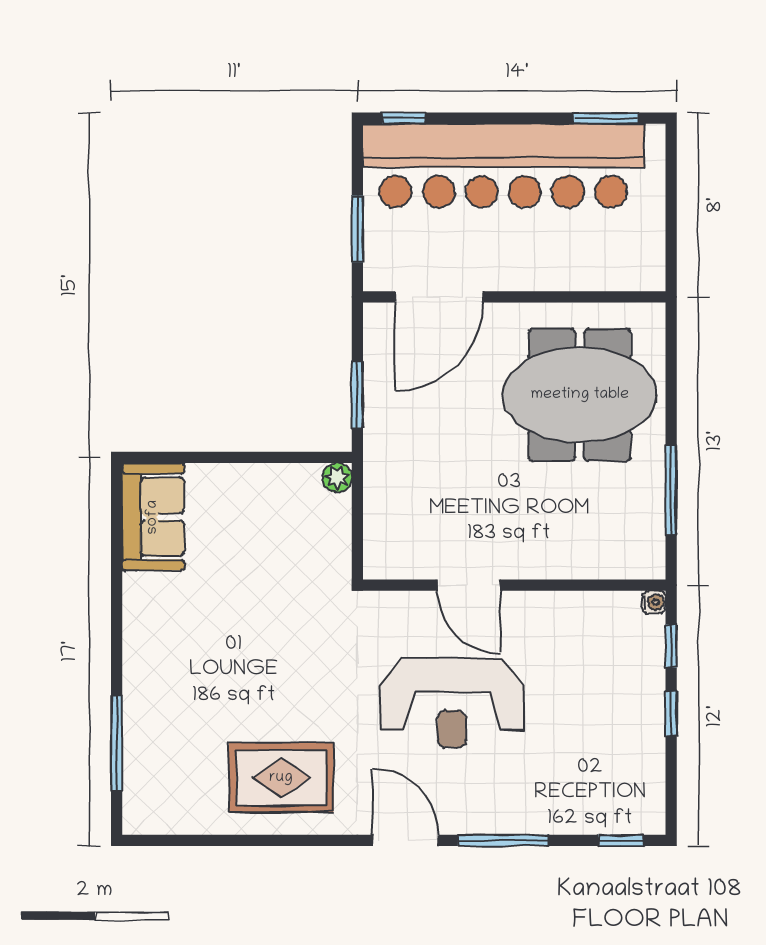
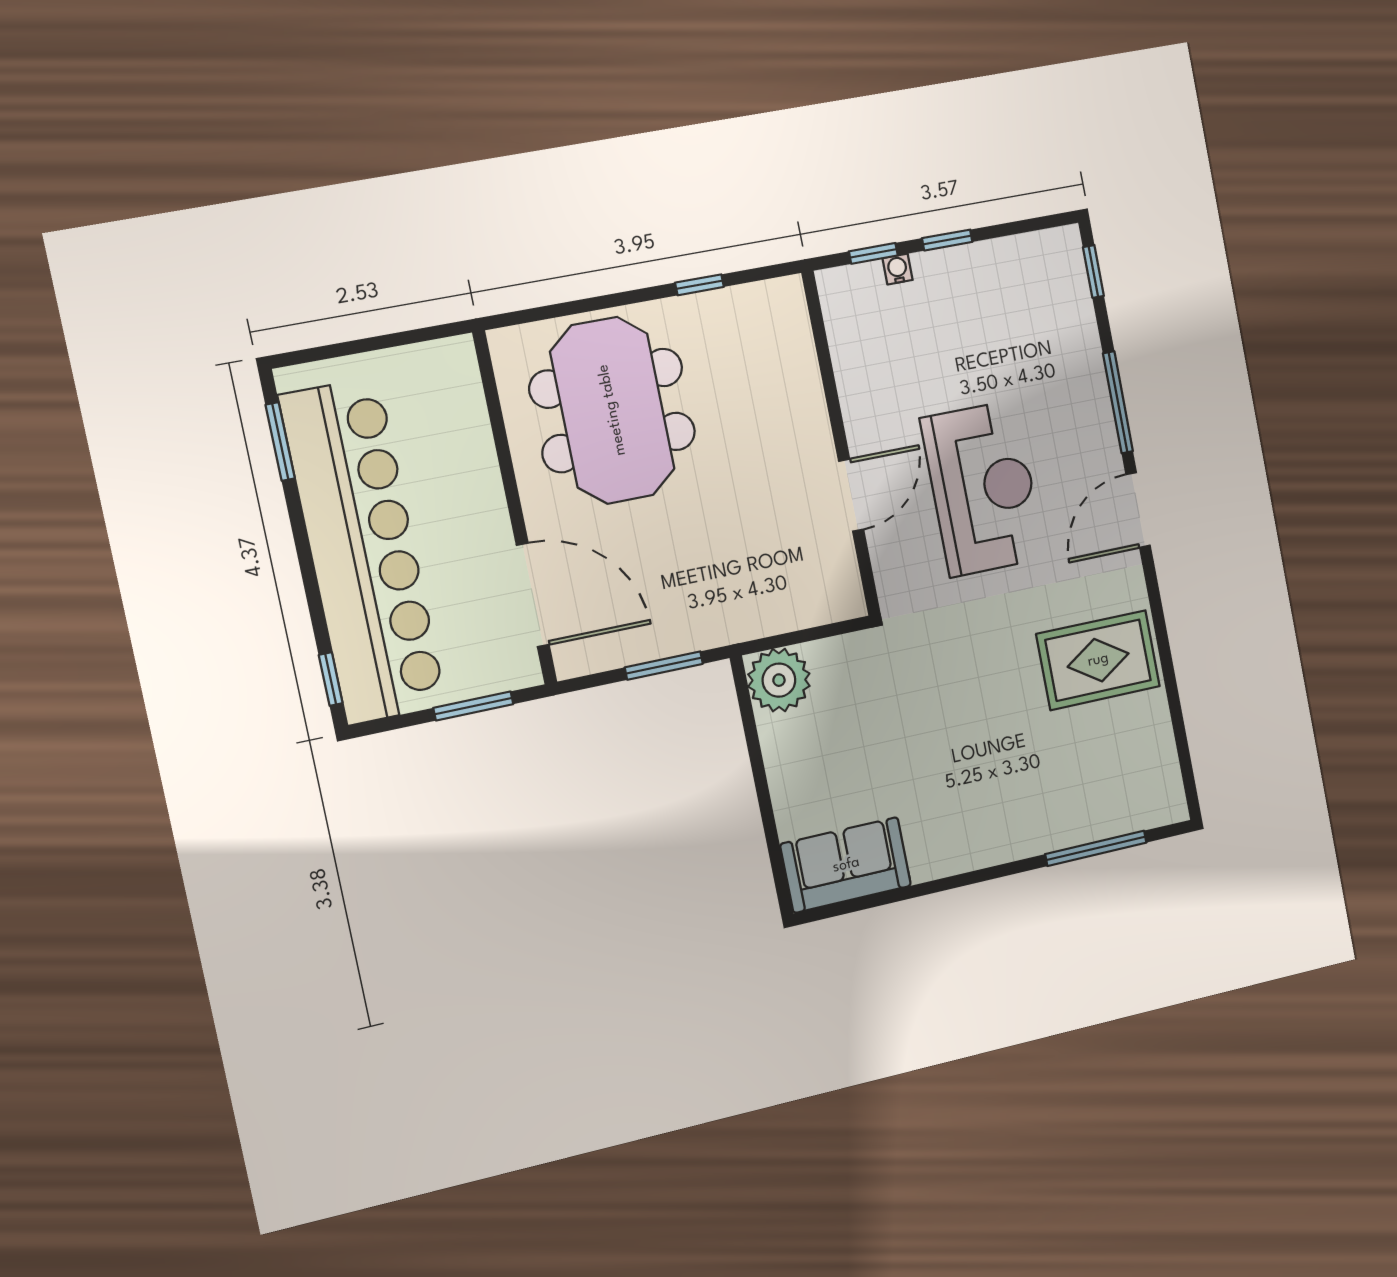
plant: (337, 478) -> (779, 680), width x1.87, depth x1.87
window: (671, 490) -> (699, 285), width x0.46
water cooler: (654, 602) -> (897, 269), moved
rug: (281, 778) -> (1098, 660), turned 90

